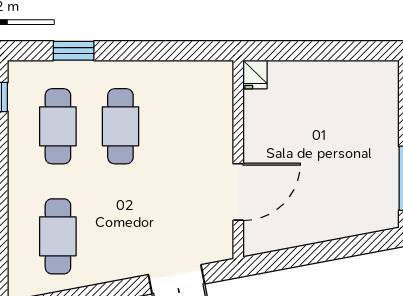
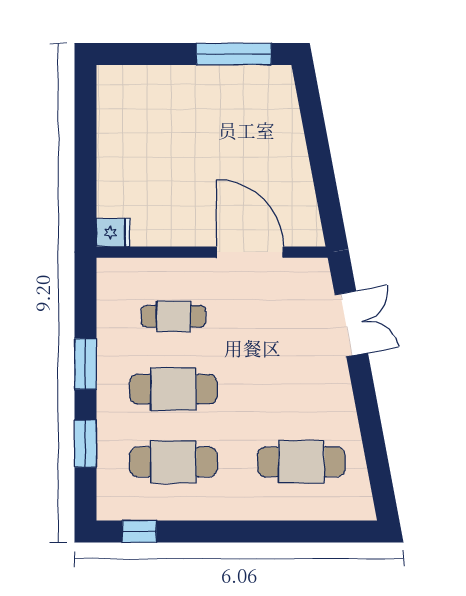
window: (142, 51) -> (85, 364), added
cafe table: (183, 126) -> (173, 316), added

